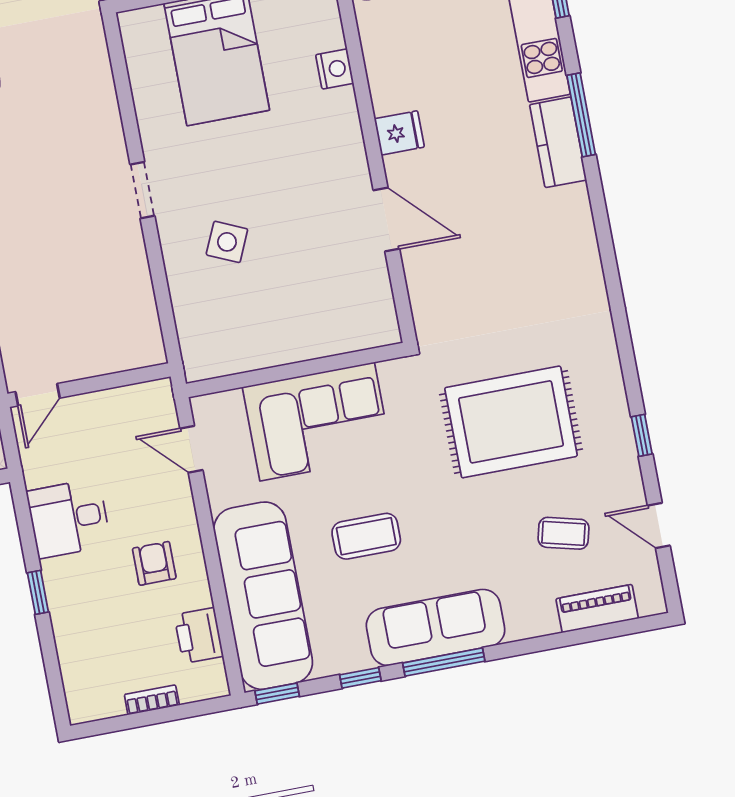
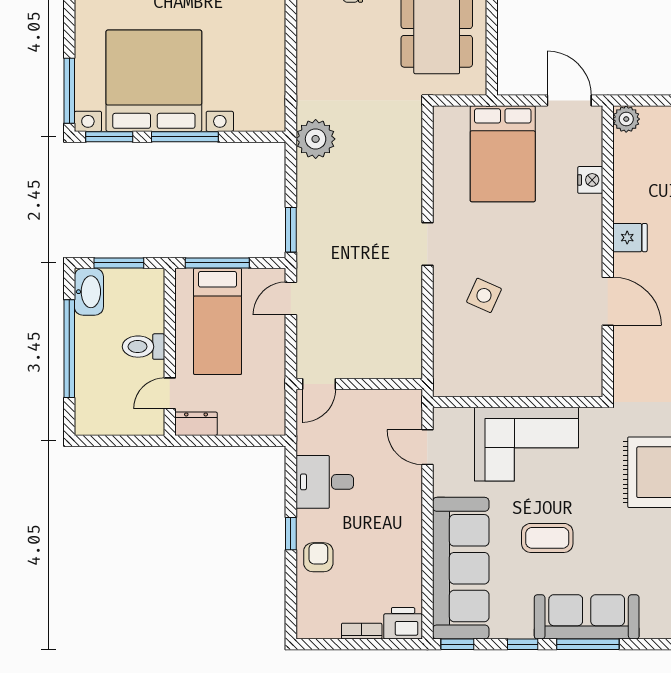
armchair: (154, 563) -> (318, 557), moved
printer: (199, 636) -> (403, 623), moved, turned 90

